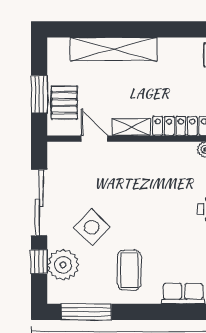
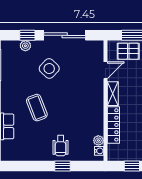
plant: (63, 265) -> (25, 46), width x0.53, depth x0.53
coffee table: (129, 270) -> (37, 108), moved, turned 69

